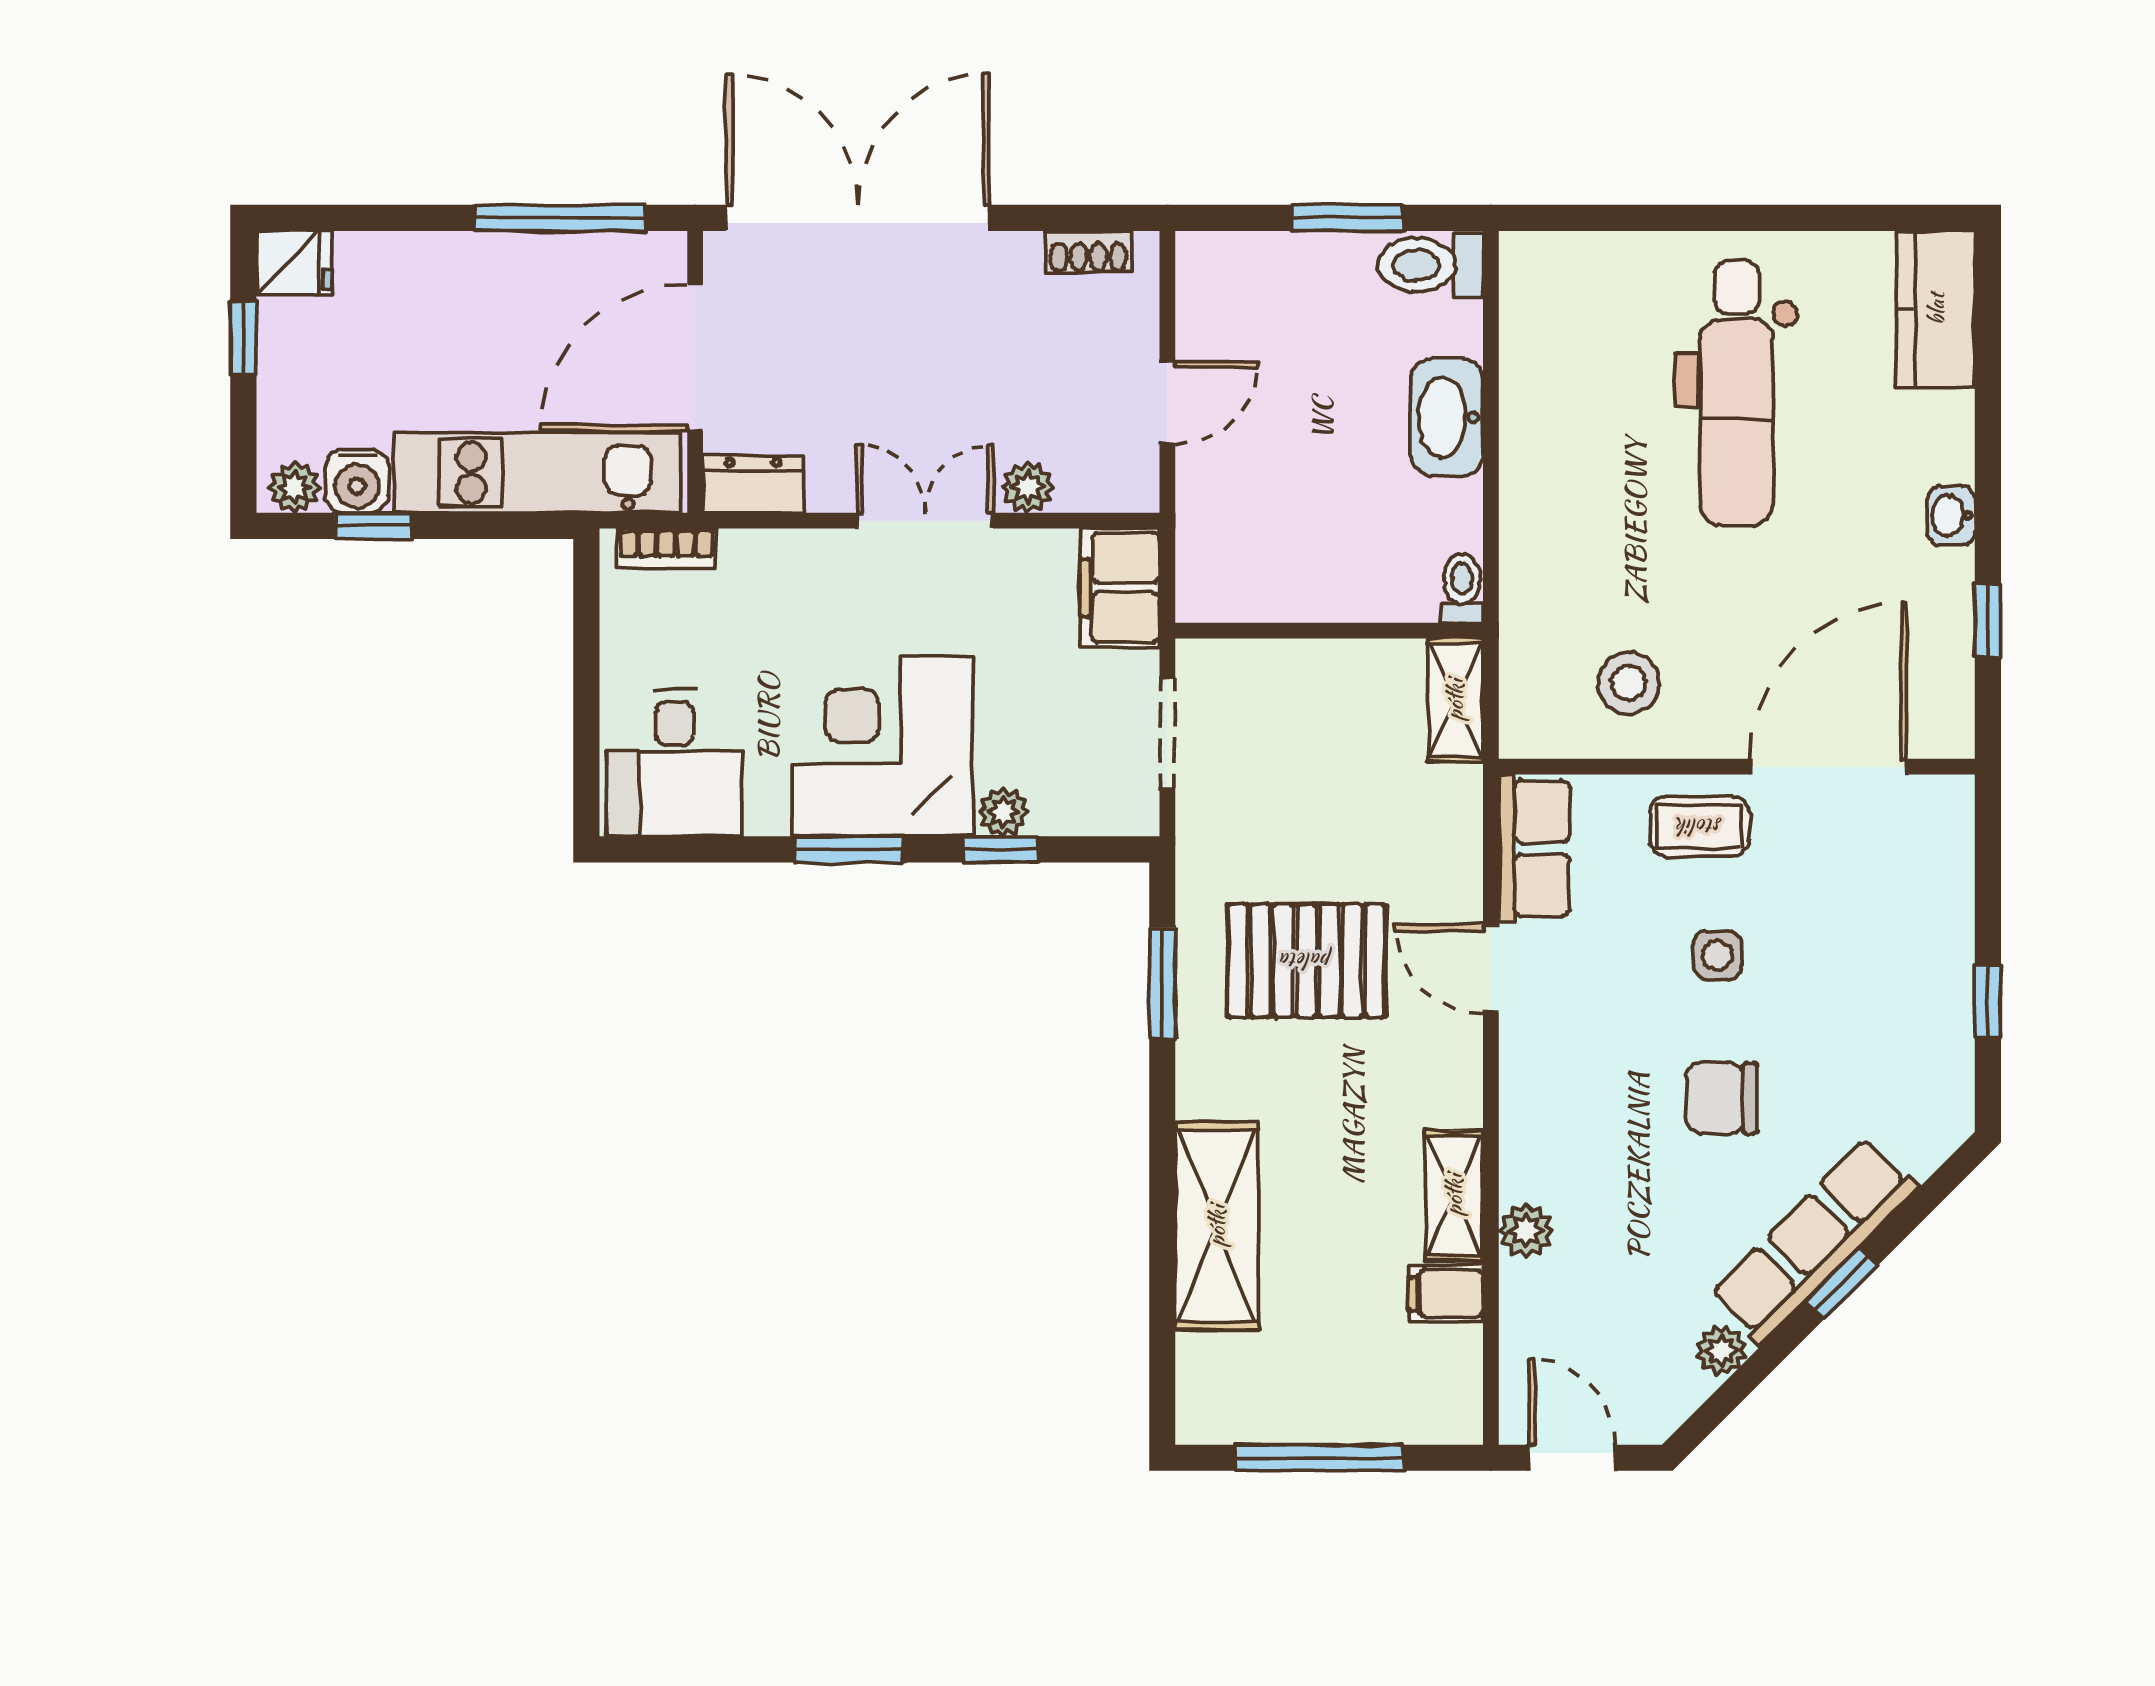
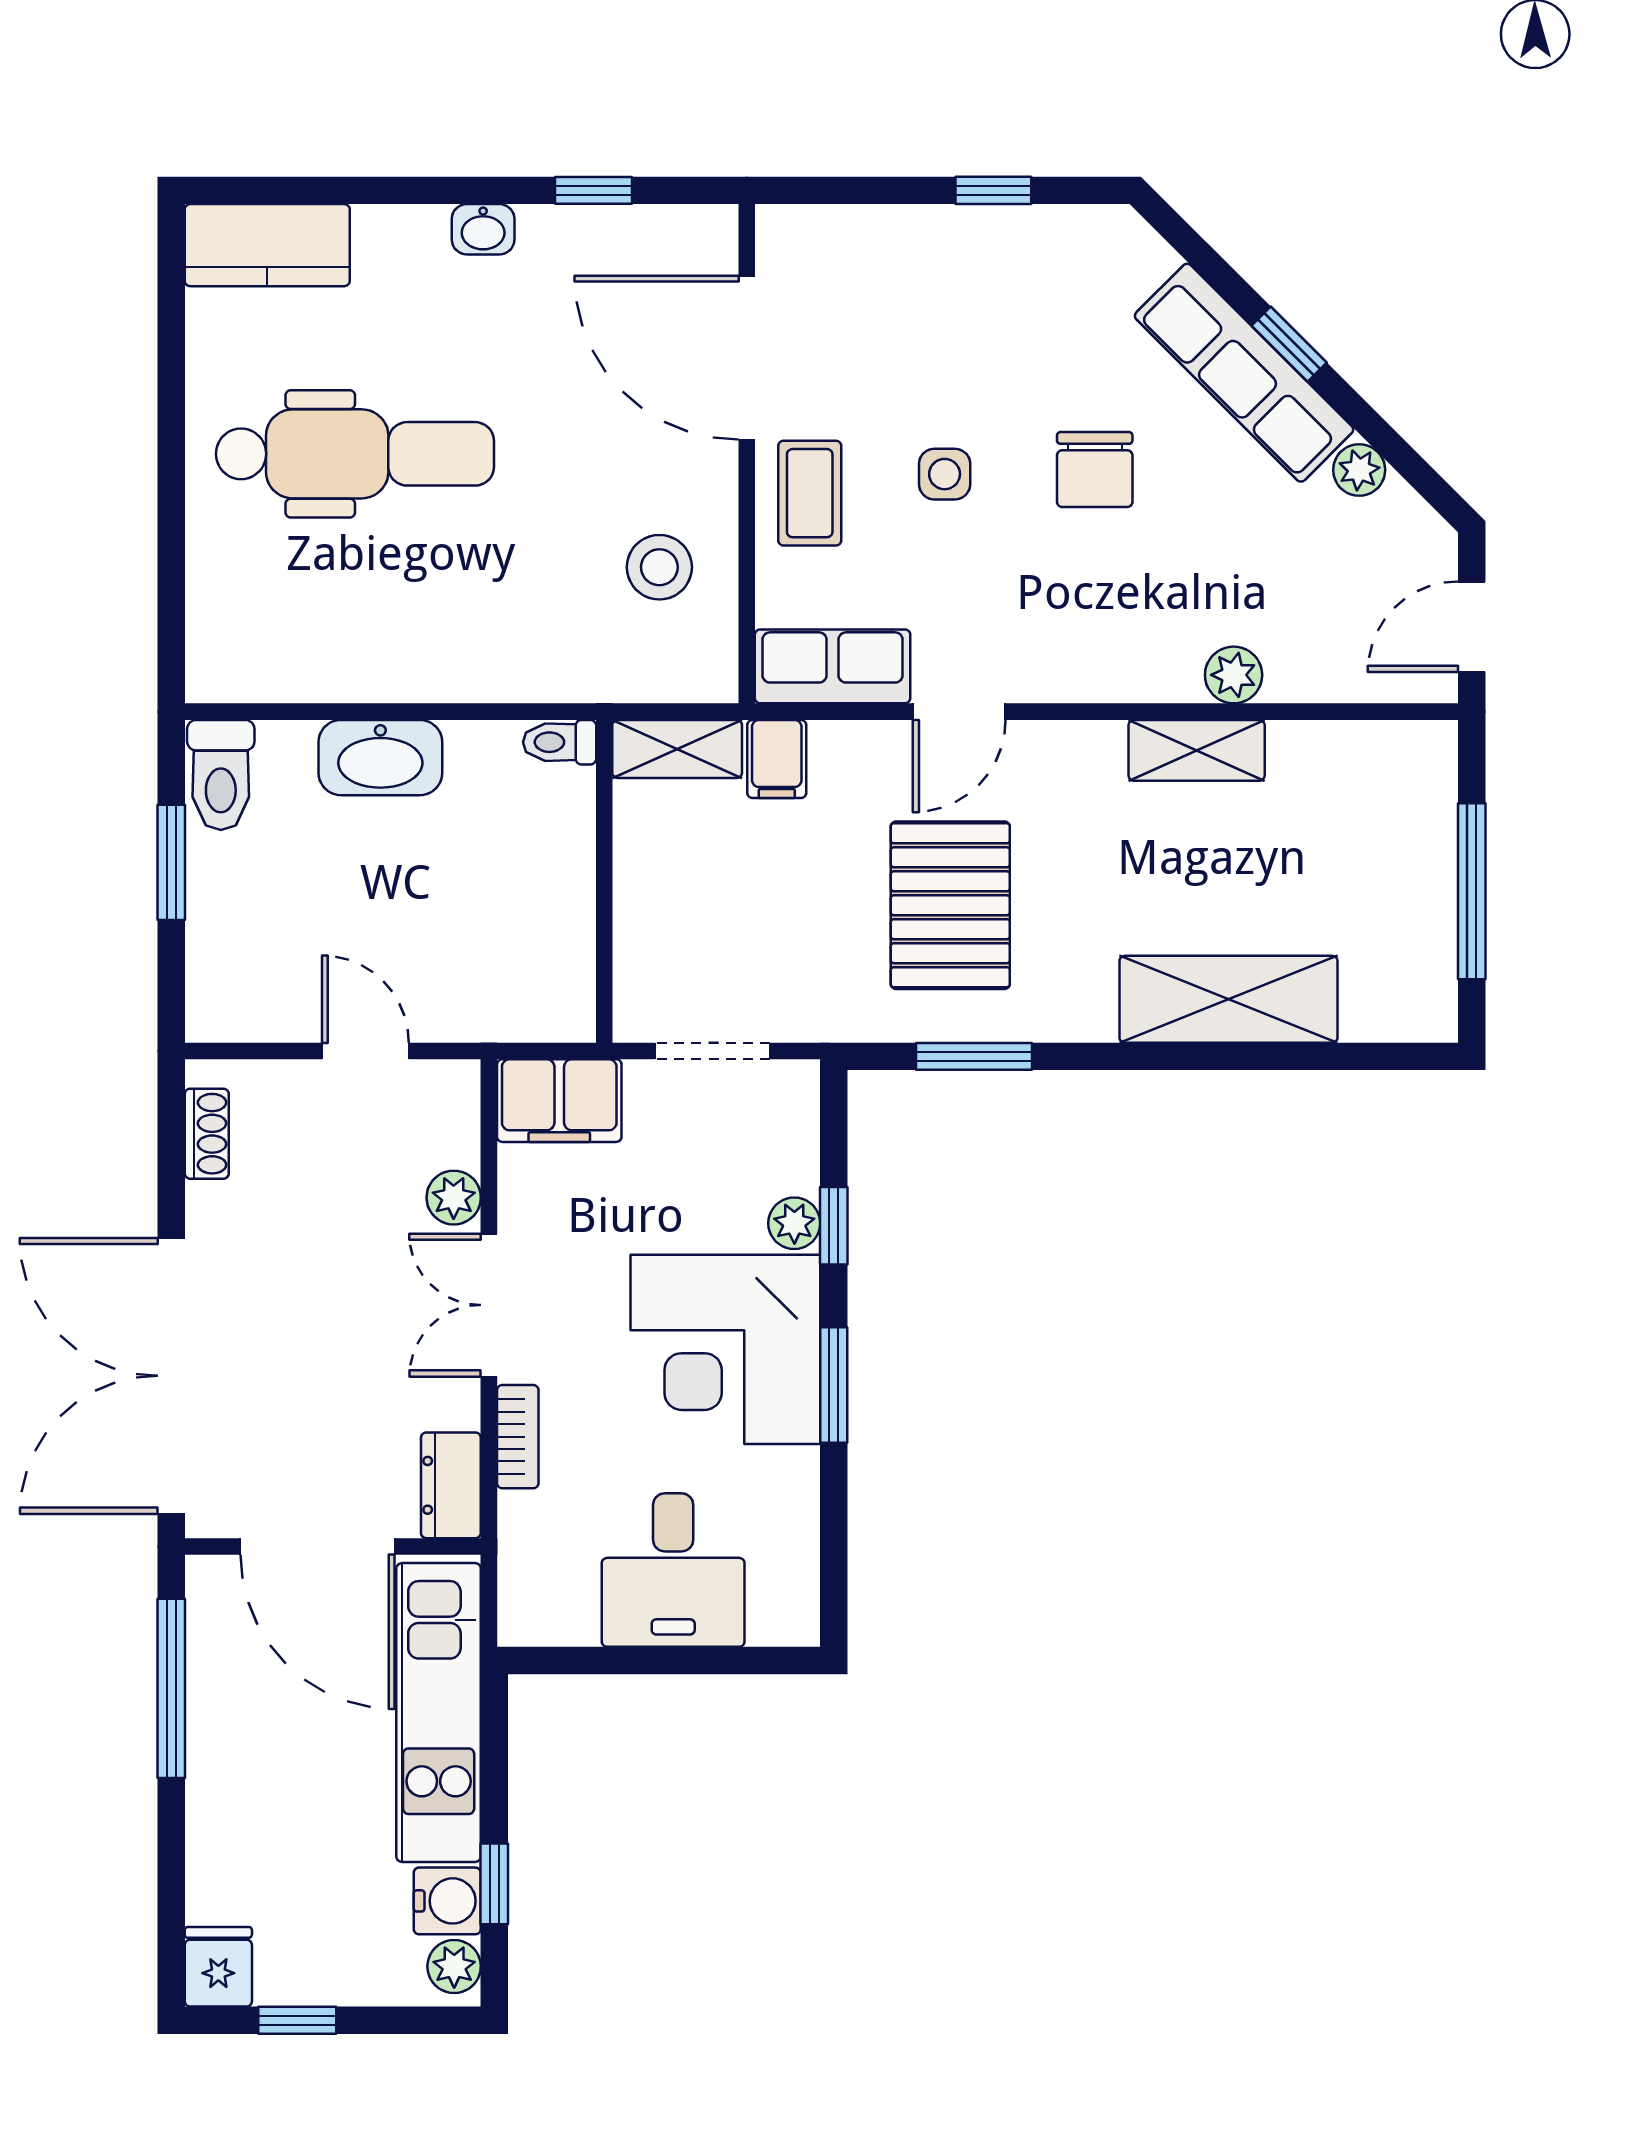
bookcase: (666, 548) -> (518, 1437), moved
desk: (674, 763) -> (673, 1570), moved, turned 90
filing cabinet: (1446, 1293) -> (777, 759), moved

